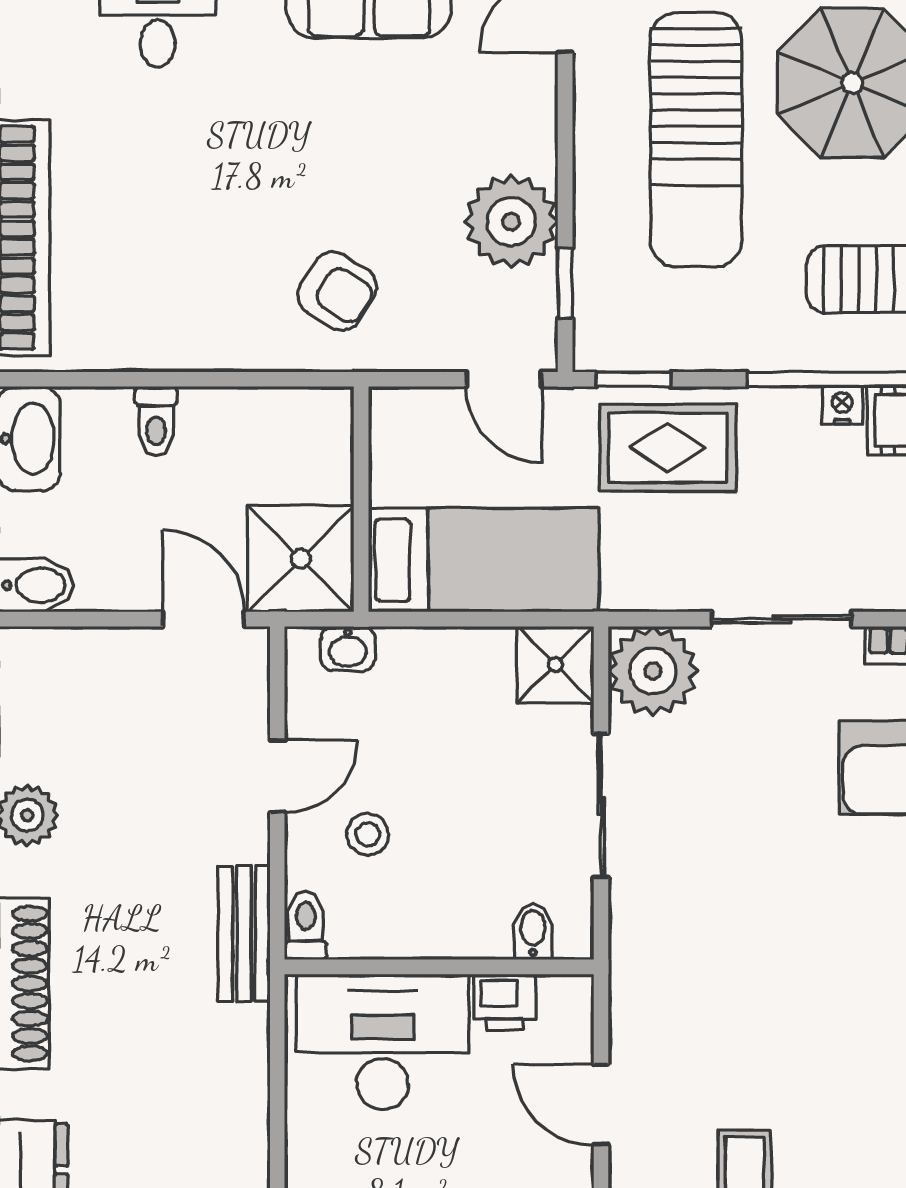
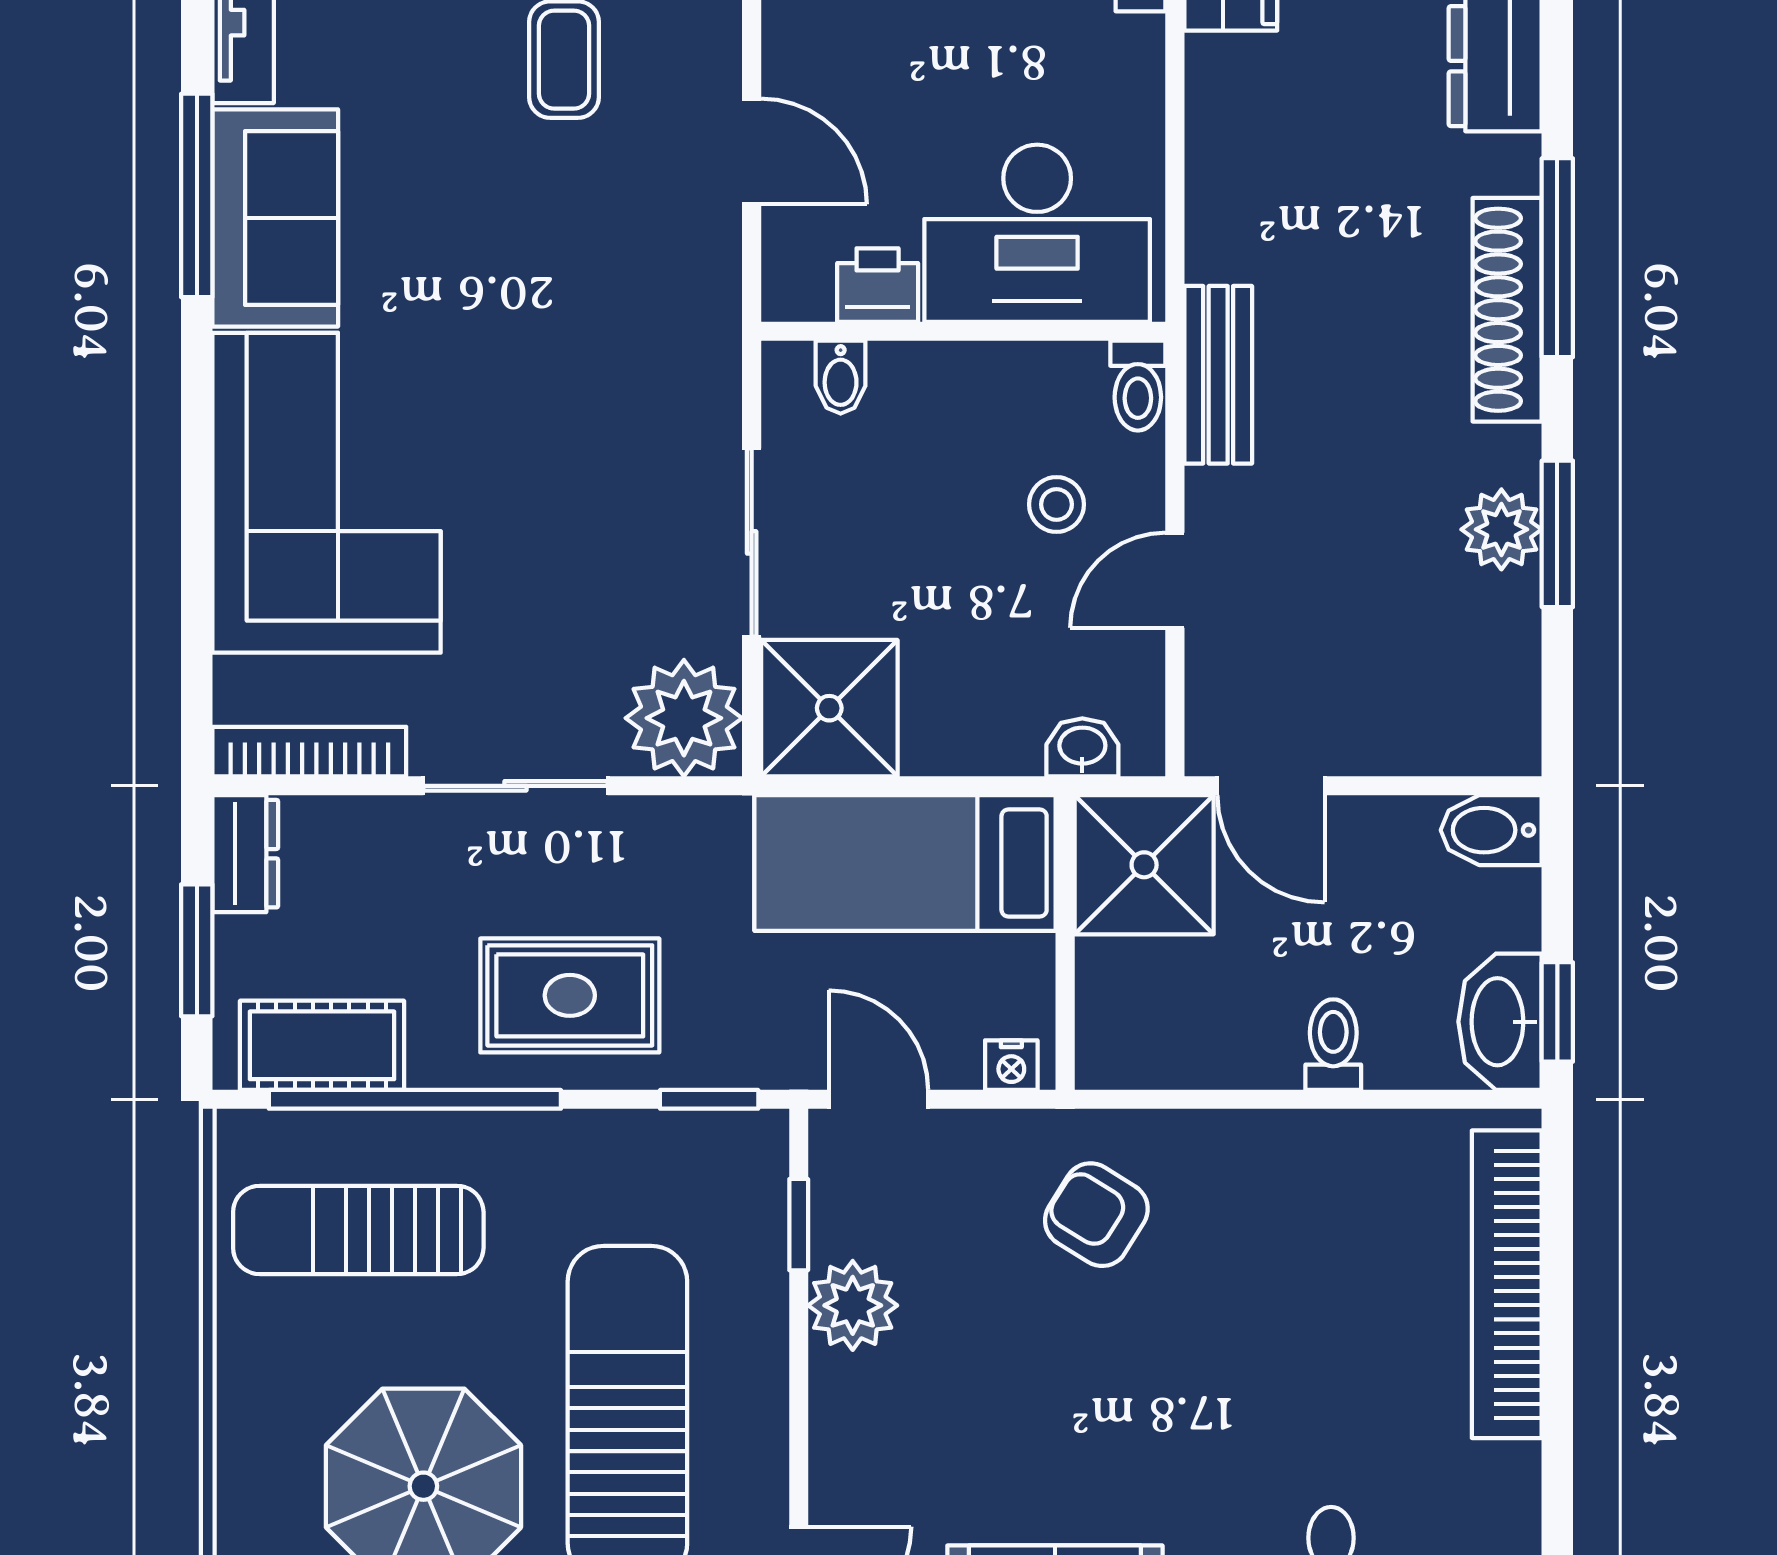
plant: (511, 222) -> (853, 1305), width x0.73, depth x0.73
nightstand: (842, 405) -> (1011, 1065), moved
rug: (668, 448) -> (570, 995), moved
shower: (556, 665) -> (829, 708), width x1.36, depth x1.36

